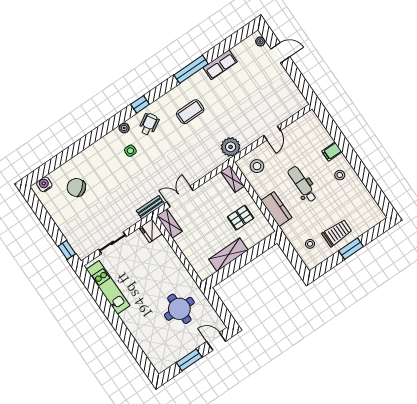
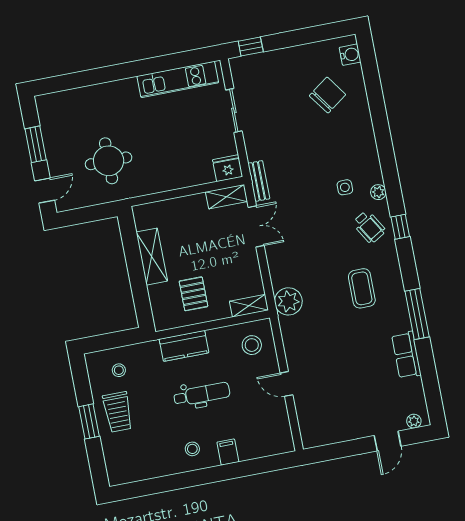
plant: (231, 147) -> (288, 301), moved

